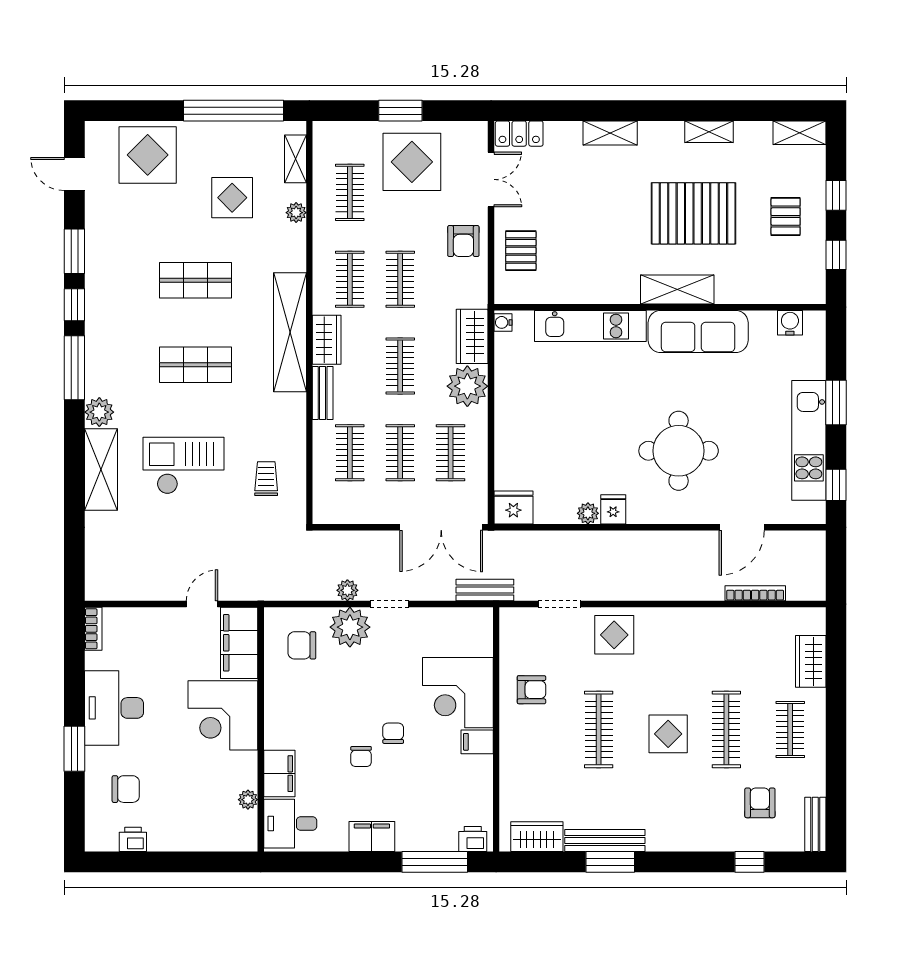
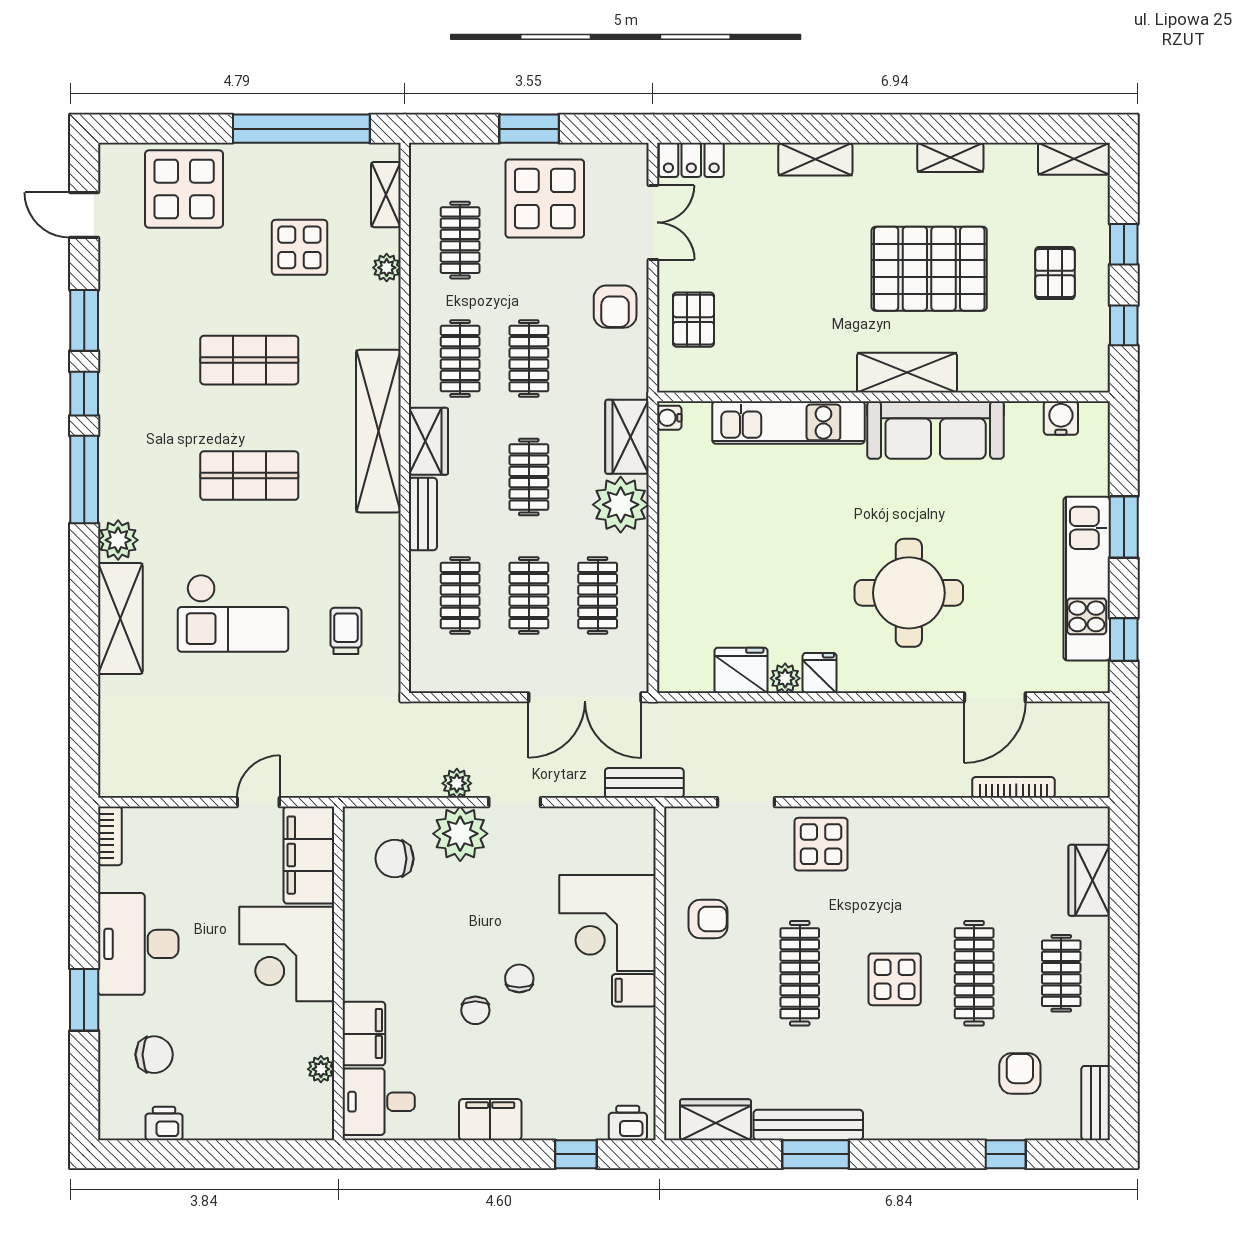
checkout: (184, 466) -> (233, 613), turned 180
fridge: (513, 507) -> (741, 670), moved
window: (435, 862) -> (576, 1154), width x0.46

